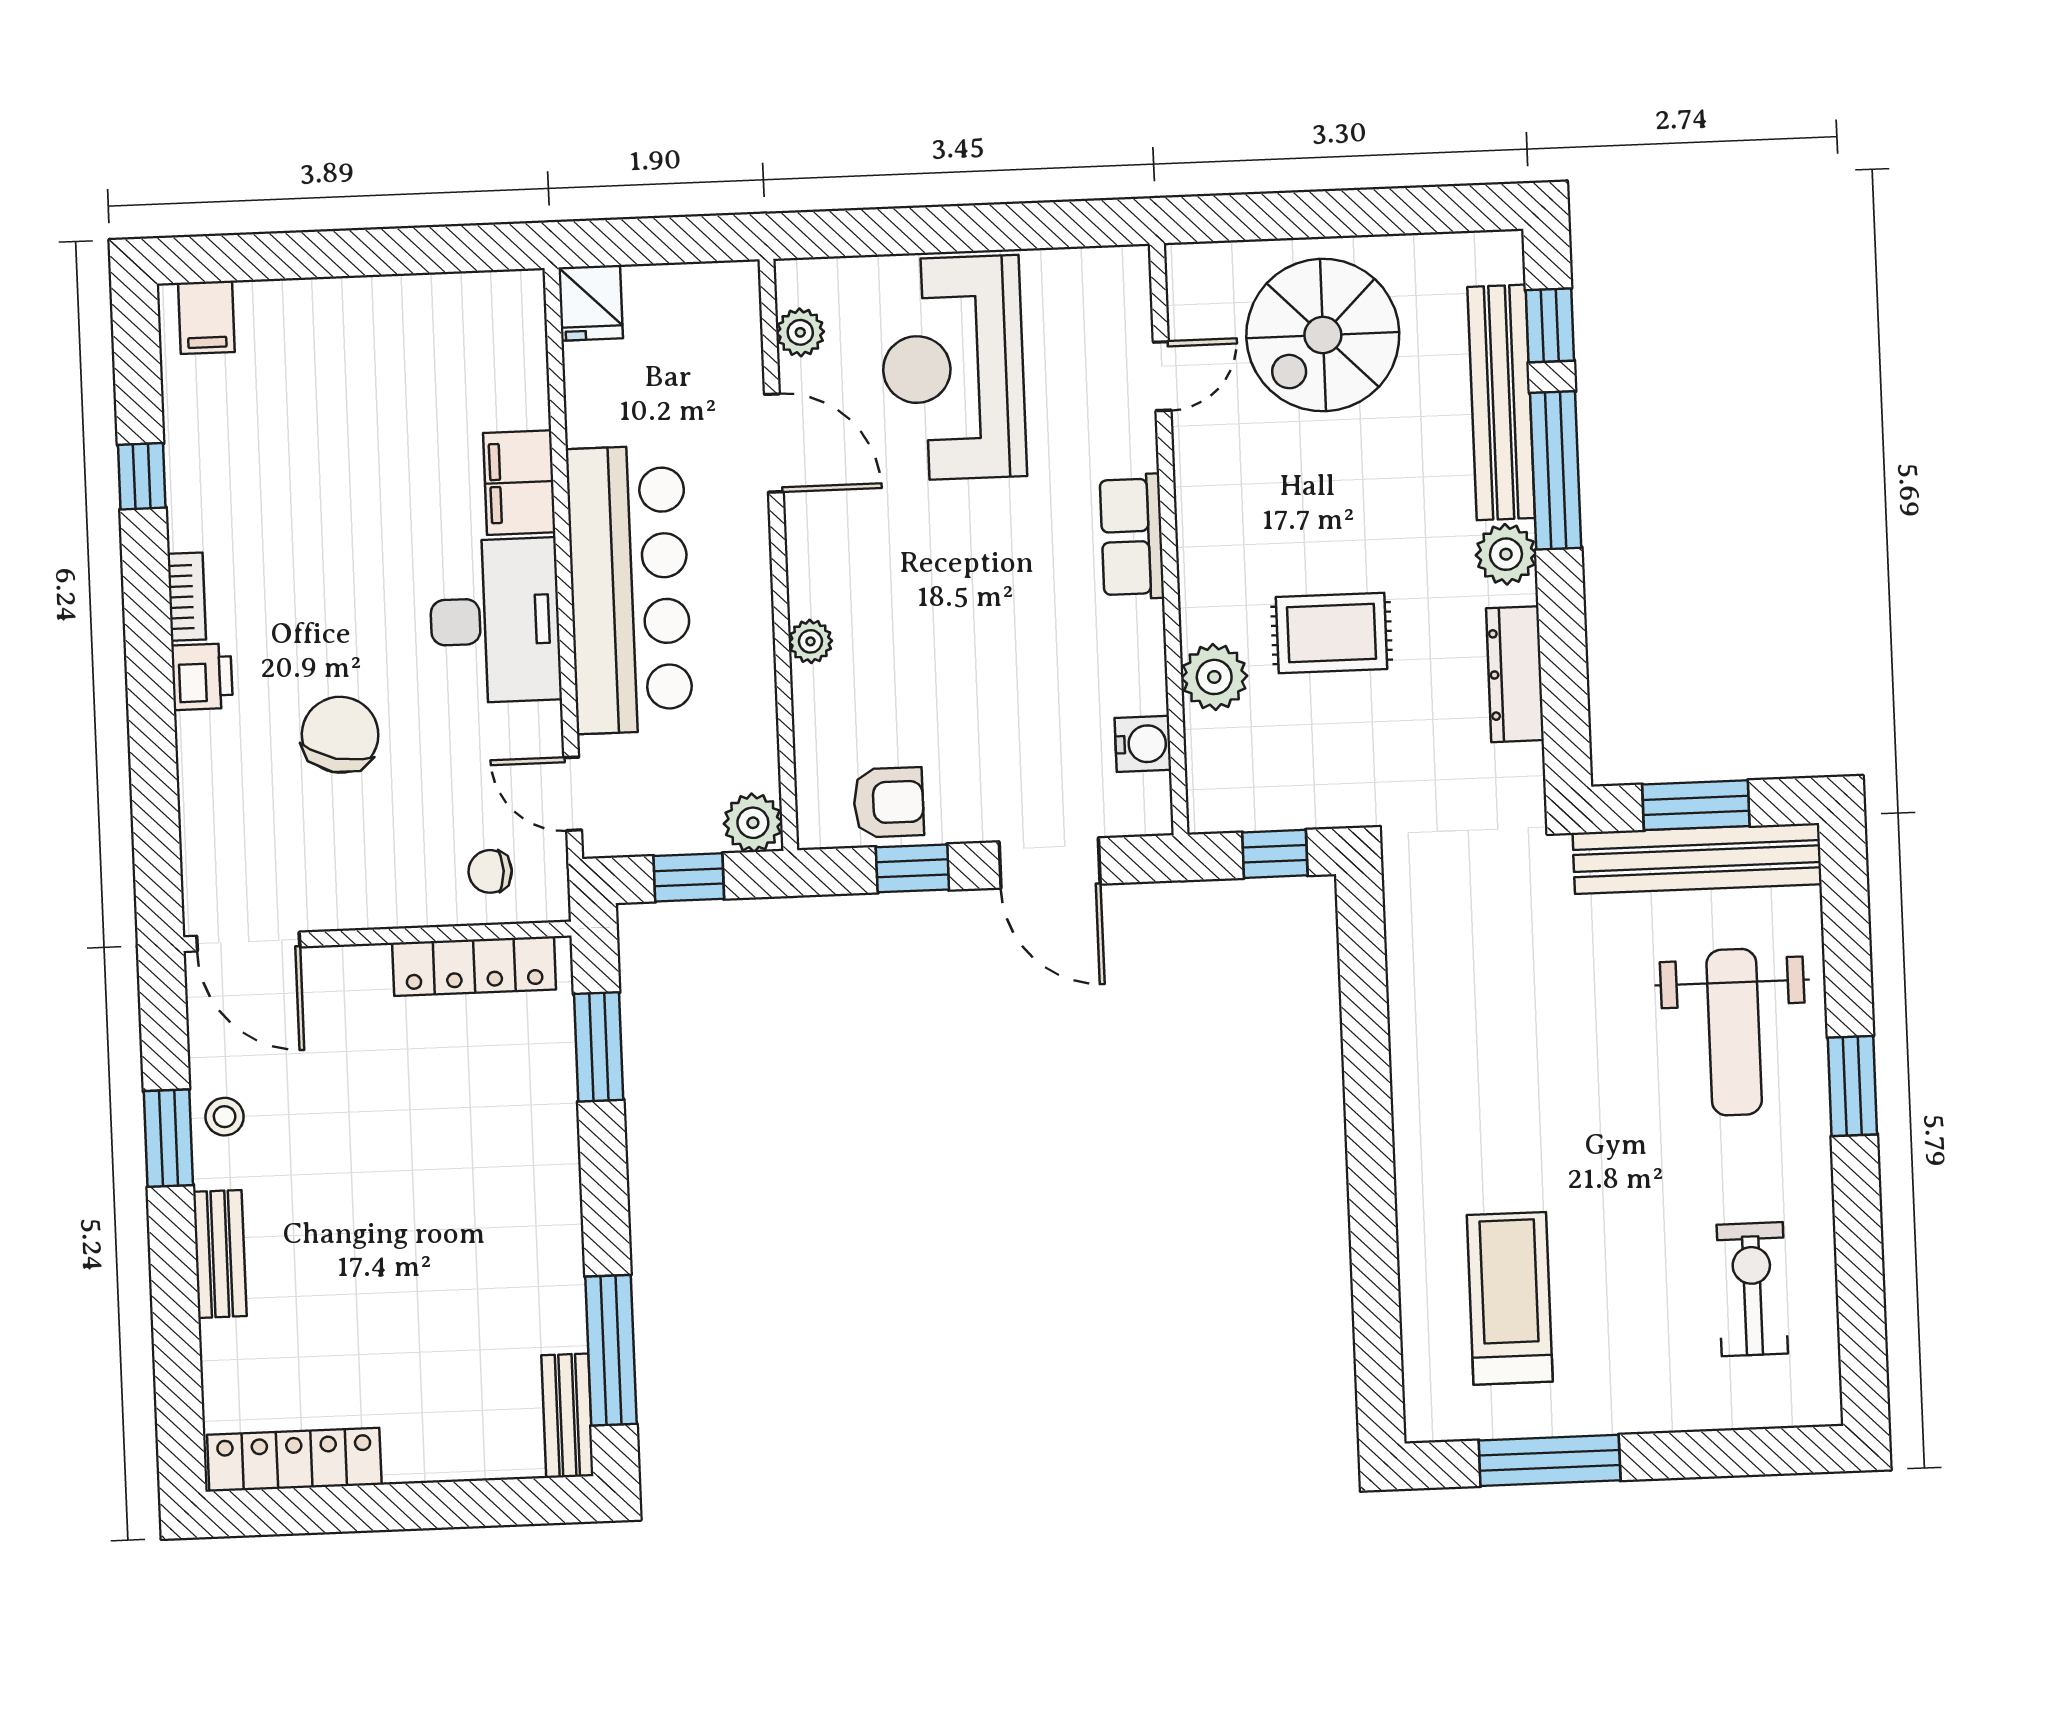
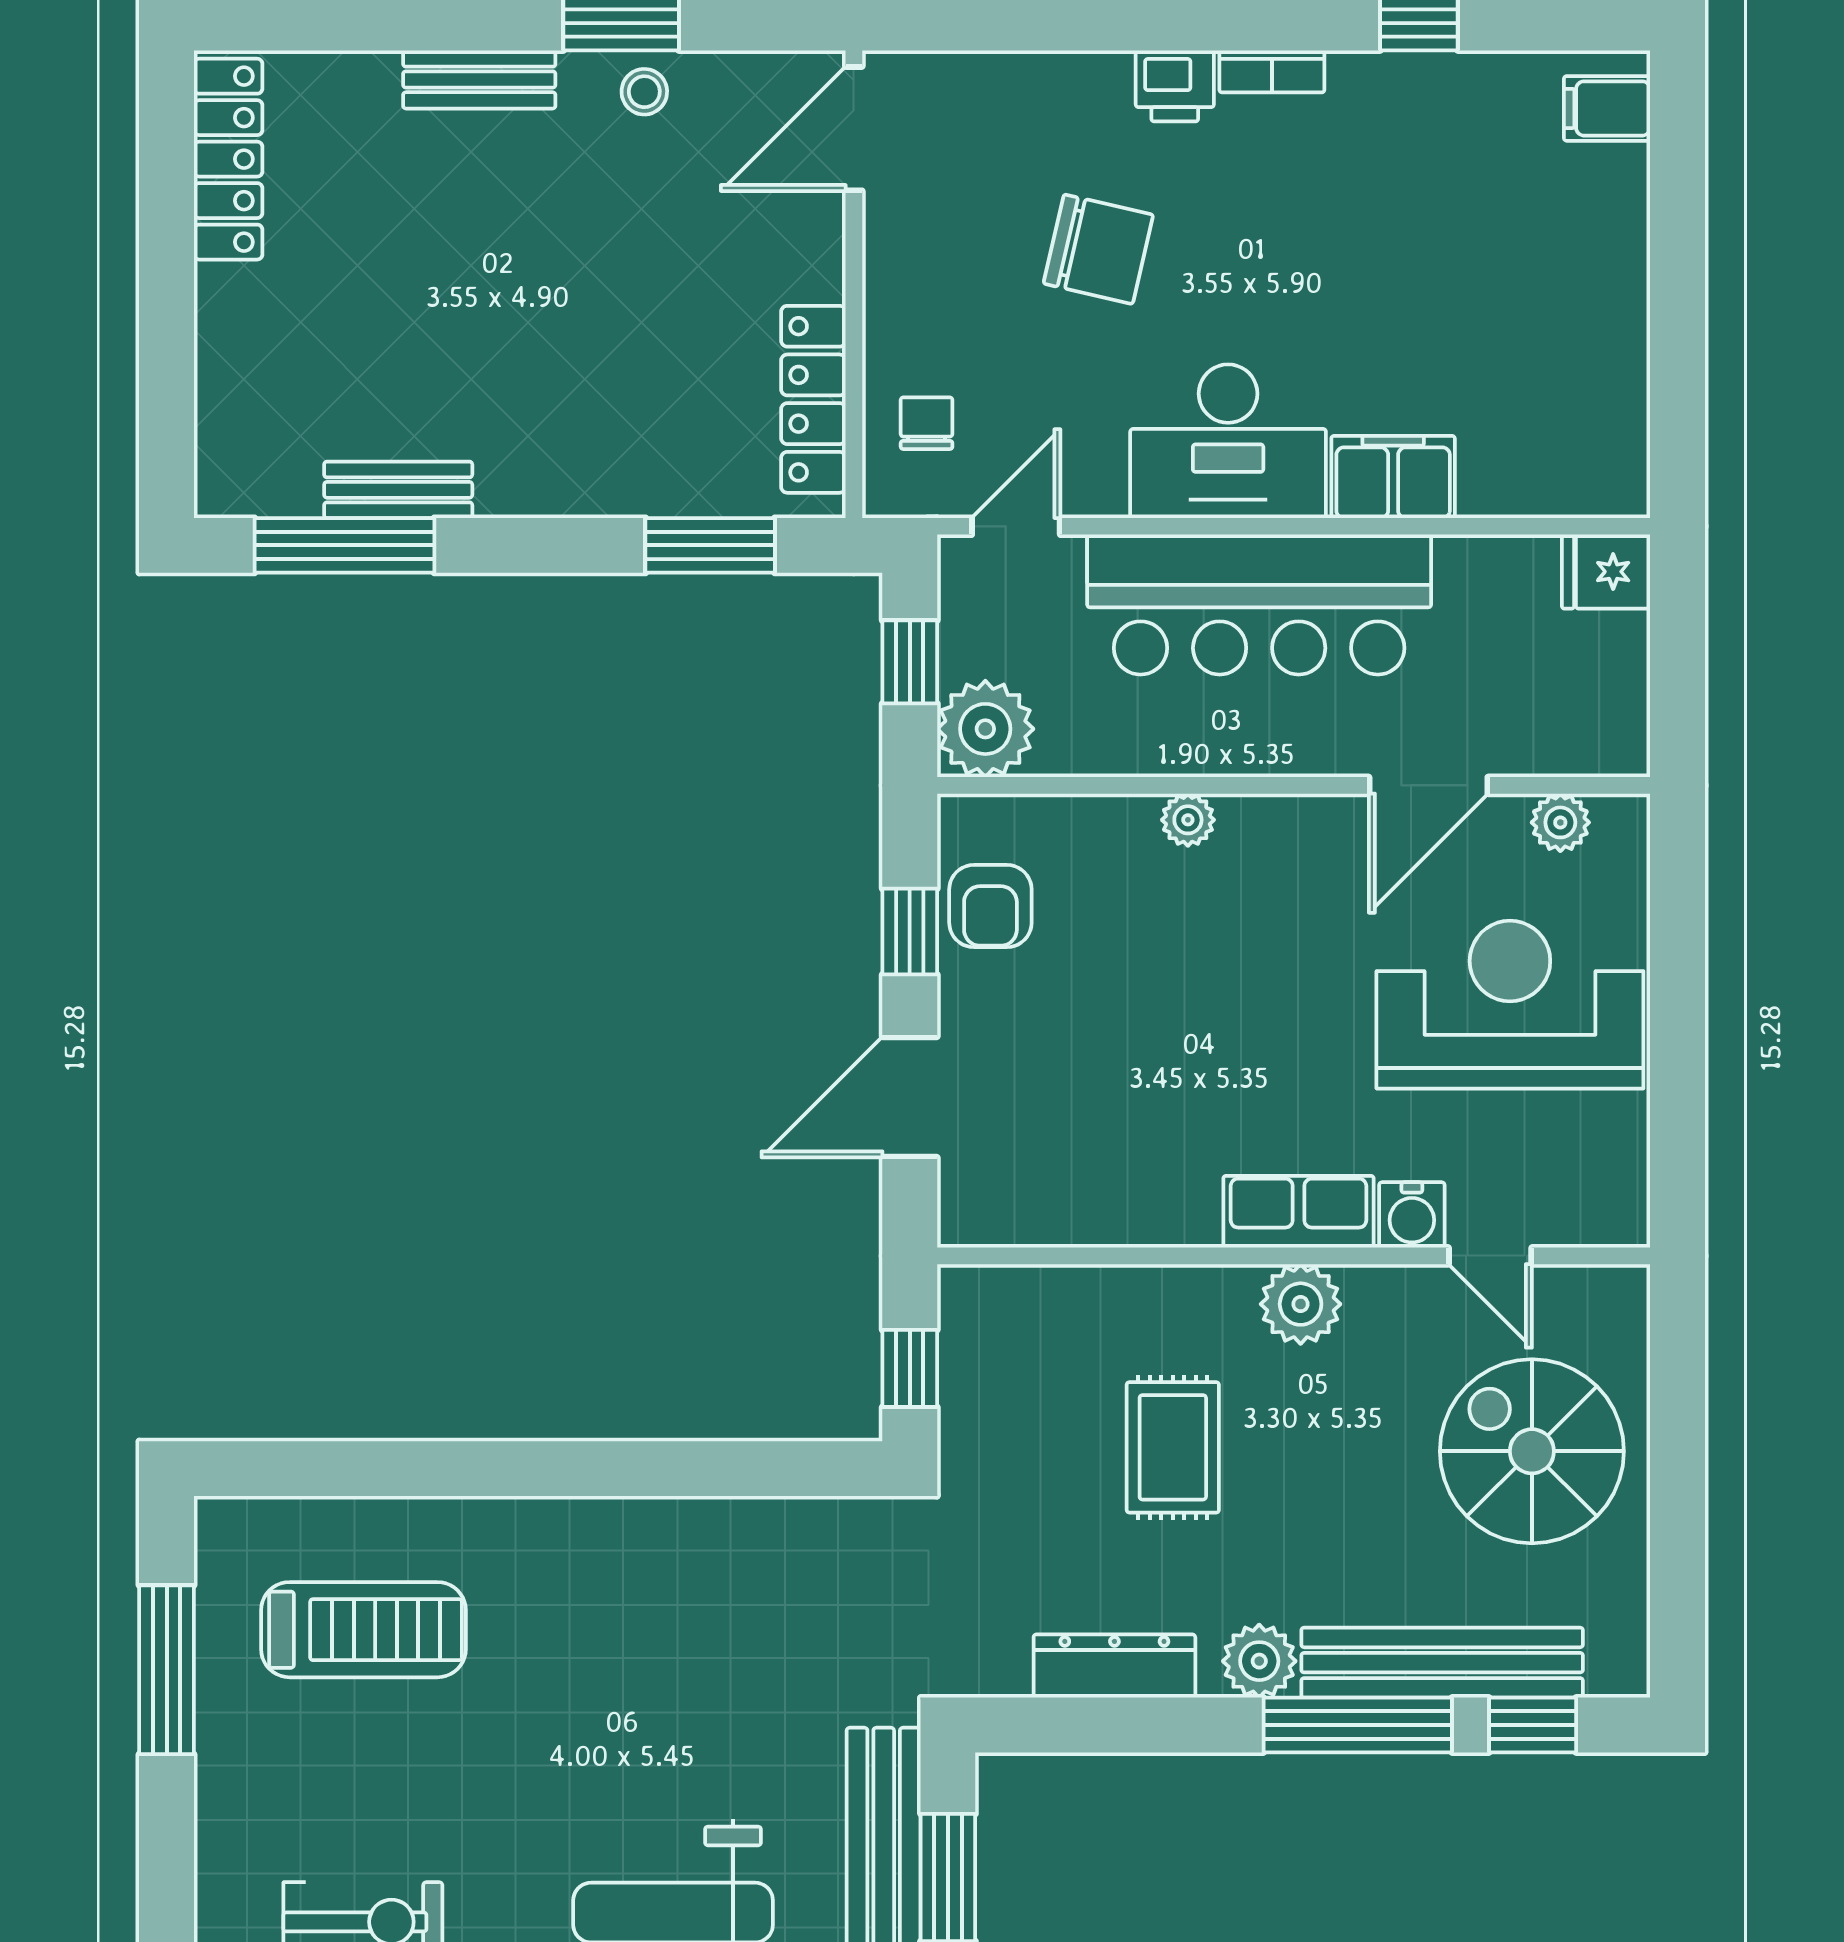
plant: (1214, 677) -> (1301, 1304), moved
water cooler: (1143, 744) -> (1412, 1215), moved
plant: (753, 823) -> (985, 729), width x1.36, depth x1.36
bench: (567, 1416) -> (398, 490), moved

